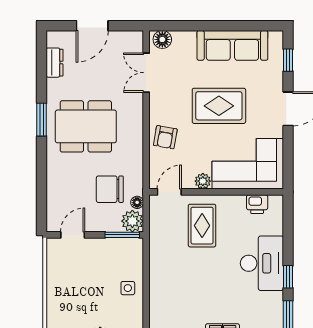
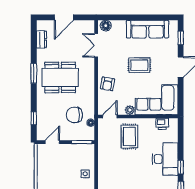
rug: (219, 106) -> (139, 65), width x0.73, depth x0.70
window: (42, 195) -> (34, 118), added
plant: (132, 221) -> (88, 134), removed

